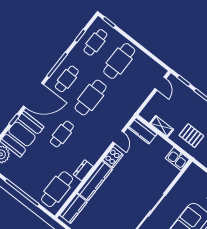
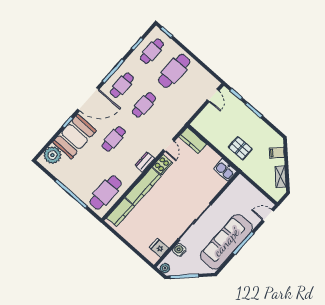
cafe table: (91, 98) -> (144, 105), width x0.73, depth x0.74
shelving: (162, 126) -> (212, 137), removed
dresser: (83, 170) -> (145, 162), moved

